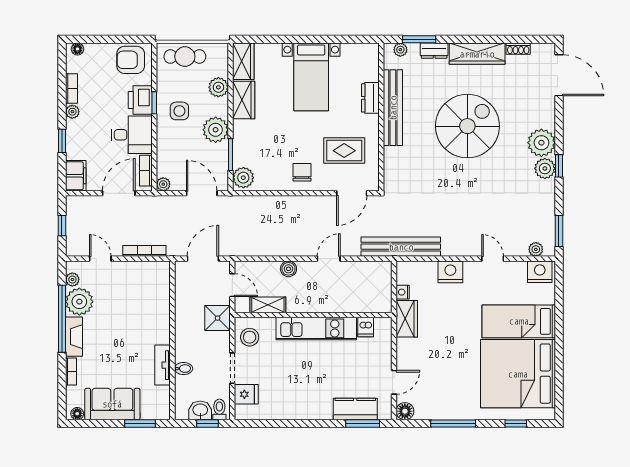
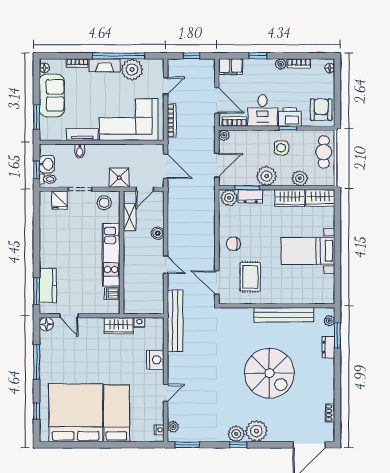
wardrobe: (477, 54) -> (326, 381), removed
dresser: (370, 98) -> (251, 196), moved, turned 180
chair: (302, 172) -> (233, 244), turned 180
nightstand: (540, 272) -> (159, 430), width x0.53, depth x0.56
plant: (72, 279) -> (149, 64), removed
corner sofa: (143, 306) -> (129, 120), added

